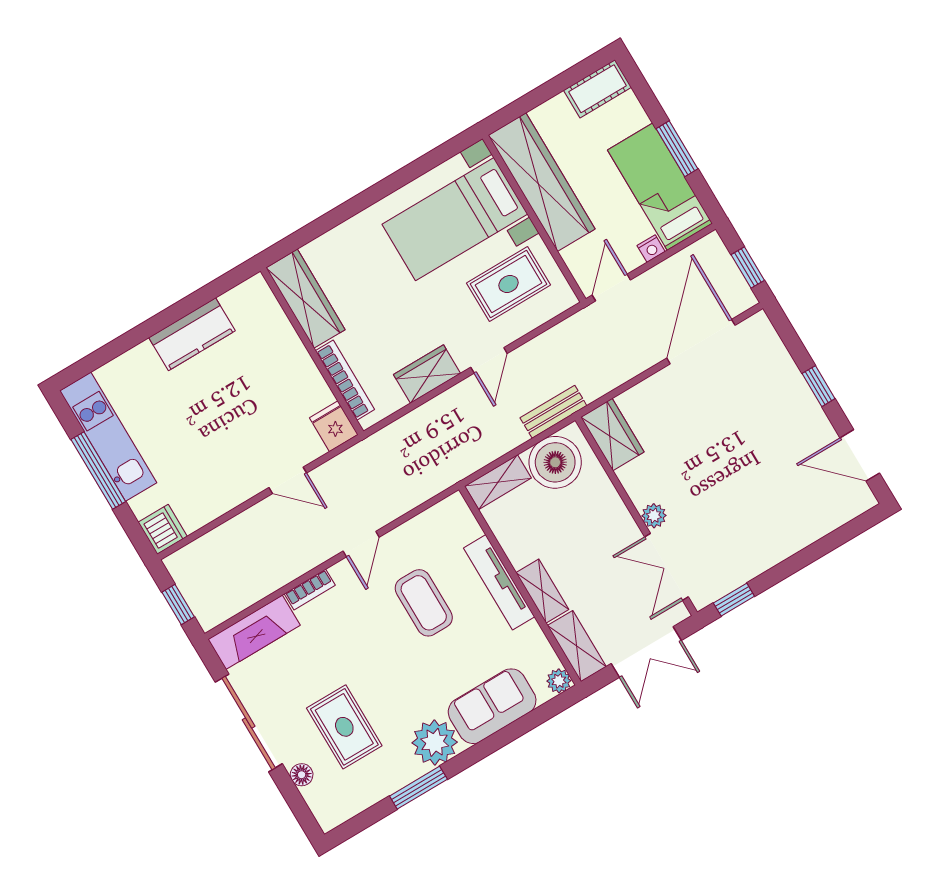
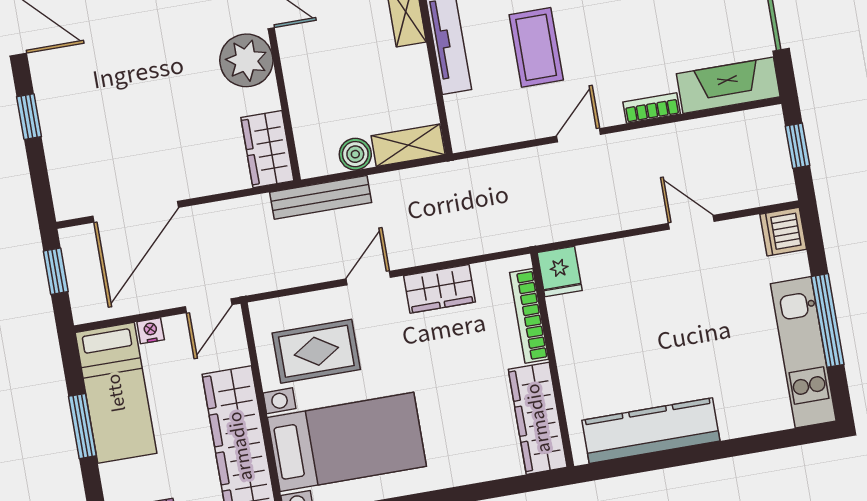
kitchen counter: (192, 334) -> (651, 431), width x1.50
bench: (553, 412) -> (321, 197), width x1.36
boiler: (555, 462) -> (355, 154), width x0.54, depth x0.54
door: (288, 480) -> (691, 222), moved
plant: (654, 516) -> (246, 60), width x1.88, depth x1.88

